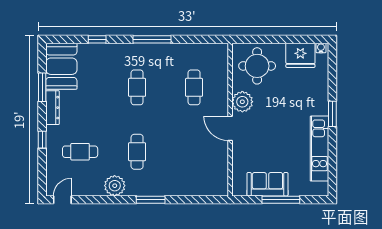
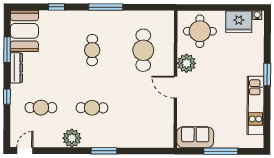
cafe table: (194, 87) -> (143, 50), width x1.37, depth x1.35
cafe table: (137, 152) -> (92, 108), turned 90
sofa: (267, 184) -> (195, 137), moved

